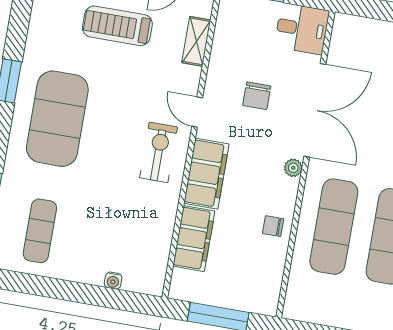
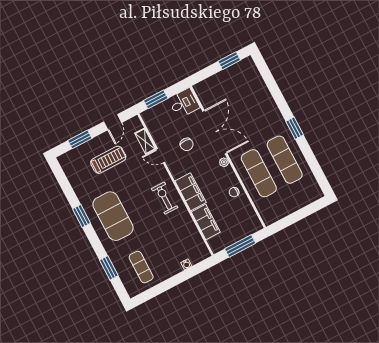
treadmill: (117, 26) -> (108, 160), turned 180
door: (197, 112) -> (160, 156), moved

